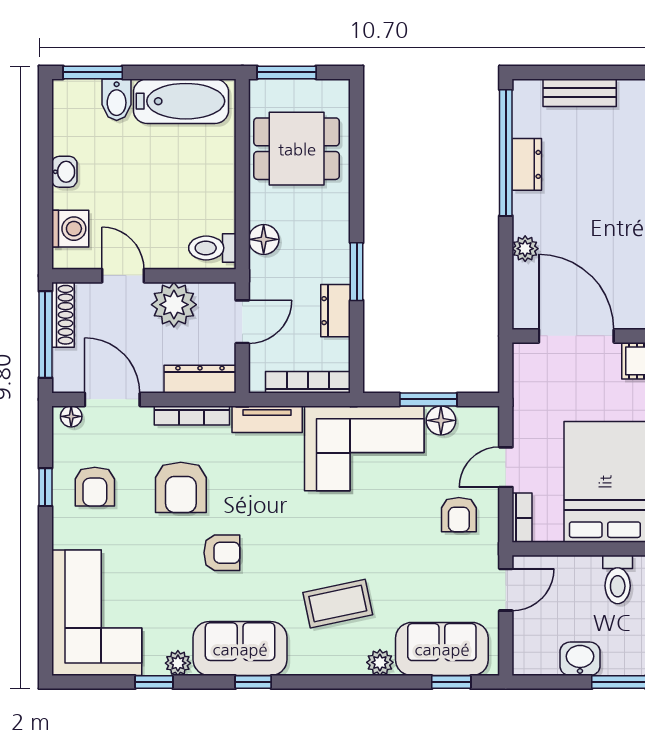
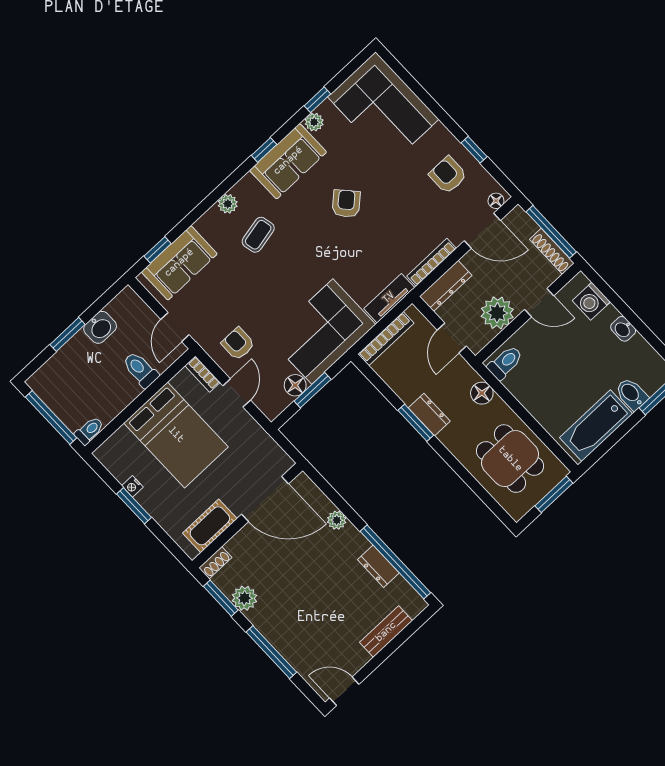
dining table: (297, 149) -> (510, 459), turned 90
dresser: (336, 311) -> (429, 415), moved
armchair: (181, 487) -> (401, 218), removed
armchair: (222, 553) -> (346, 204), turned 138
toilet: (618, 579) -> (140, 370), moved
coffee table: (338, 604) -> (258, 235), width x0.73, depth x0.77
plant: (380, 662) -> (228, 204), moved

